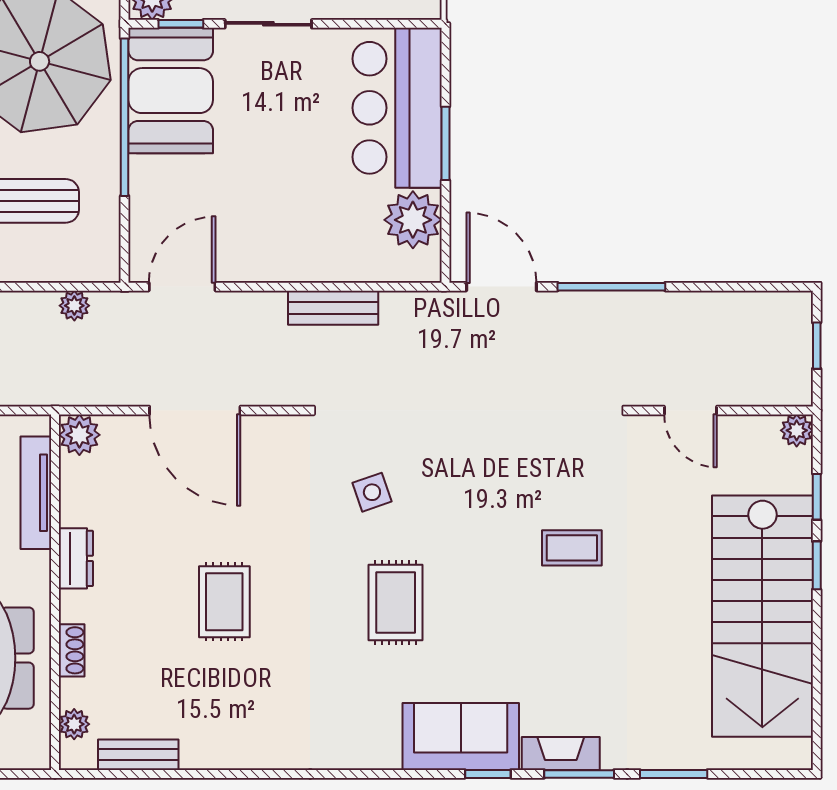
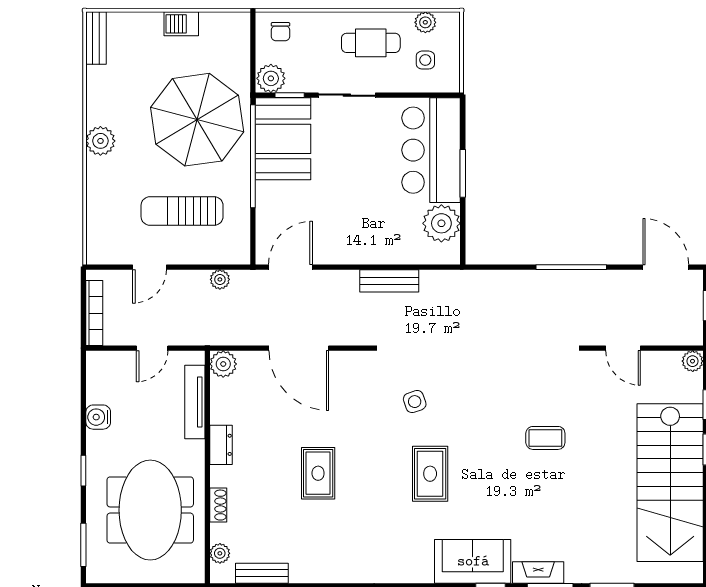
door: (501, 287) -> (666, 267), moved

